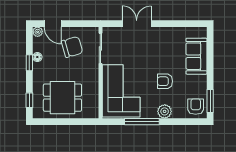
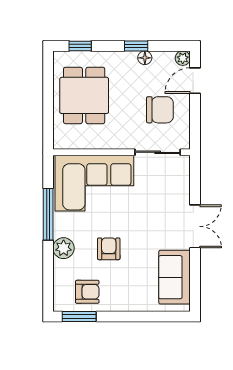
double door: (137, 24) -> (195, 226), moved
chair: (72, 47) -> (160, 110), turned -74
sofa: (196, 56) -> (174, 277), moved, turned -90
armchair: (196, 107) -> (87, 292), moved

